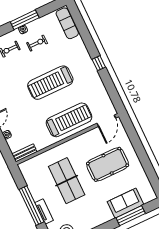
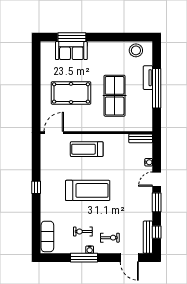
treadmill: (69, 120) -> (87, 149), width x0.73, depth x0.73

